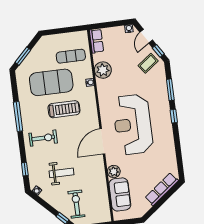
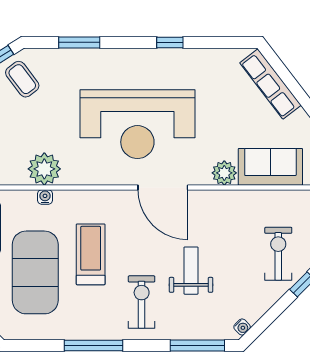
plant: (103, 70) -> (44, 169), moved
window: (174, 116) -> (170, 42), moved
window: (25, 169) -> (197, 345), width x2.17
weight bench: (62, 173) -> (191, 271), moved
exercise bike: (76, 204) -> (278, 254), turned 90

